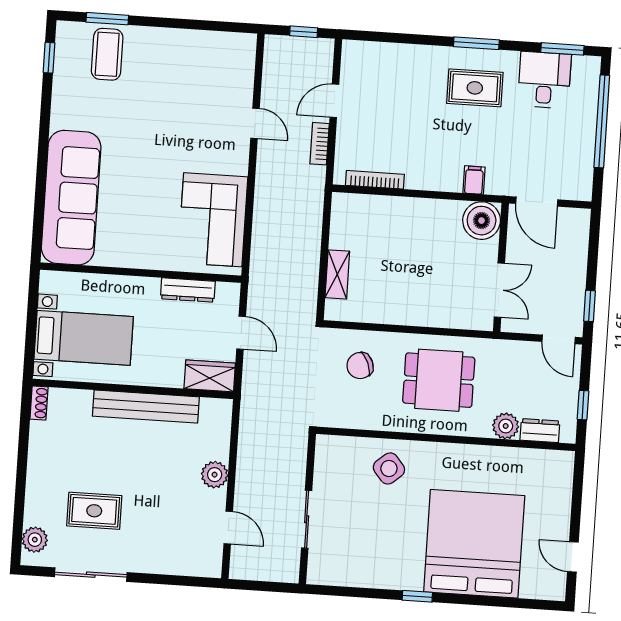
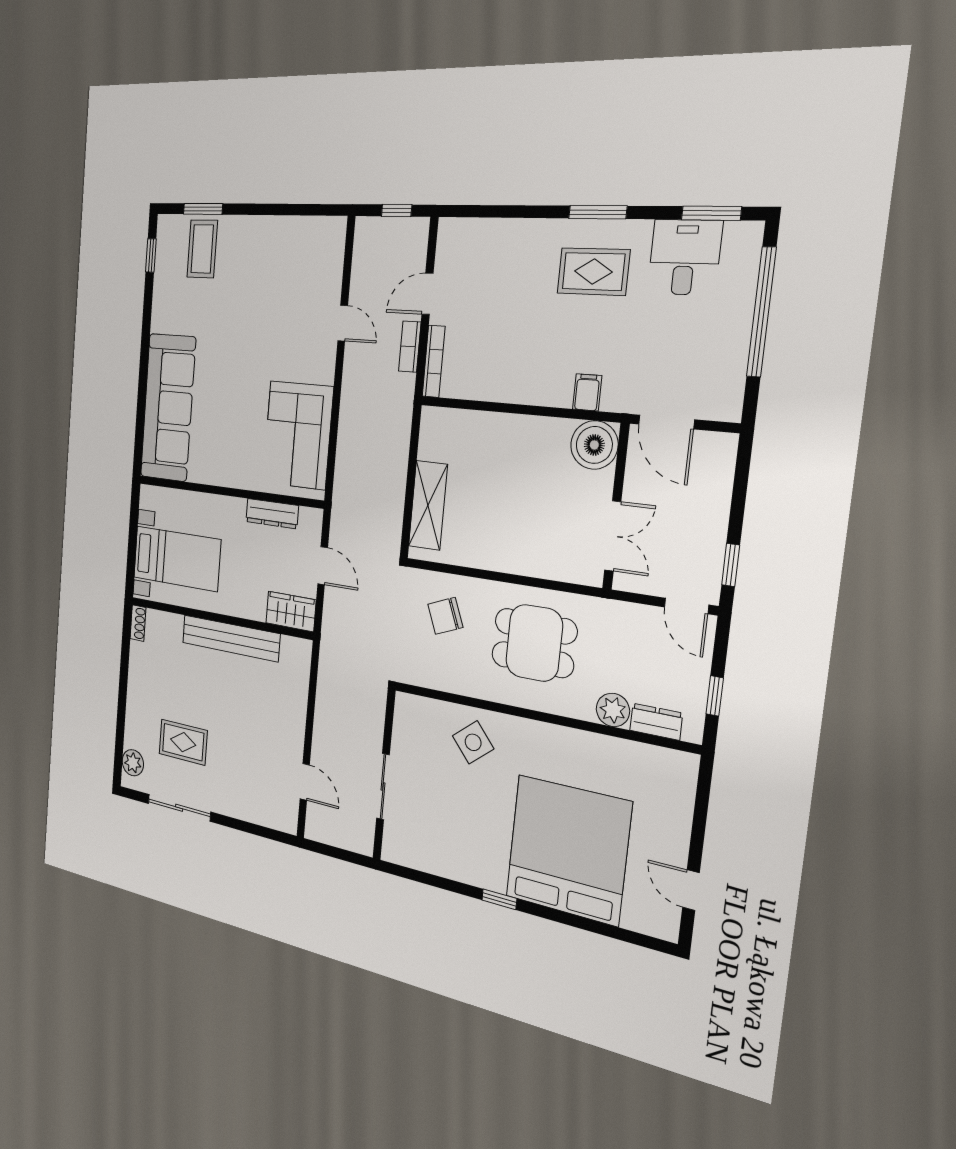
bookcase: (375, 180) -> (434, 361), moved, turned 90
shelving: (337, 274) -> (428, 505), width x1.50, depth x1.33
plant: (215, 475) -> (293, 721), removed

